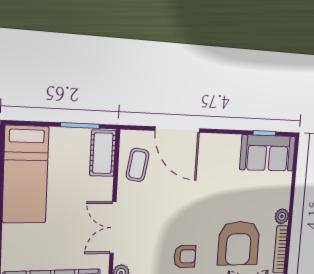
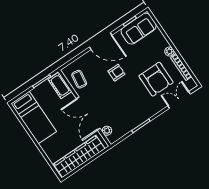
door: (177, 130) -> (101, 41), moved
double door: (113, 228) -> (88, 114), width x1.37
armchair: (185, 256) -> (116, 73), moved

